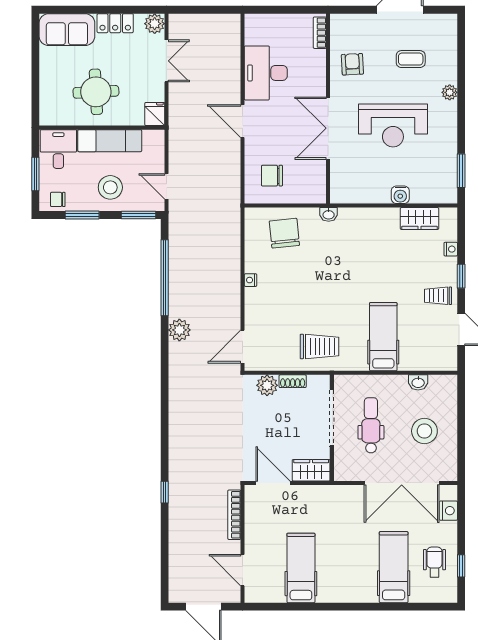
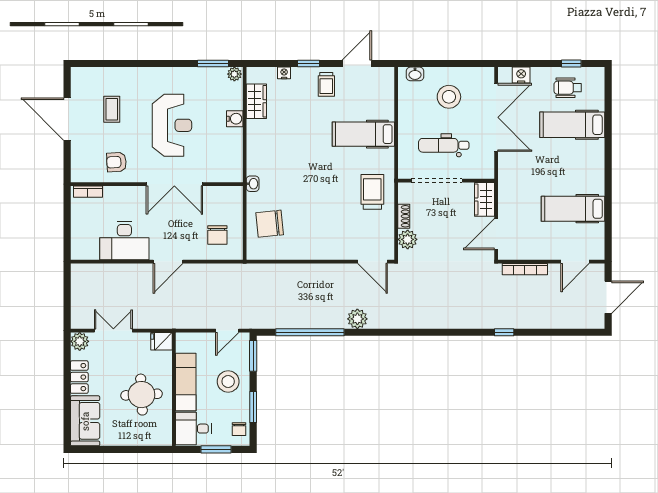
plant: (450, 92) -> (234, 74), moved
nightstand: (251, 280) -> (312, 254), removed
washbasin: (418, 382) -> (415, 74), moved, turned 90

